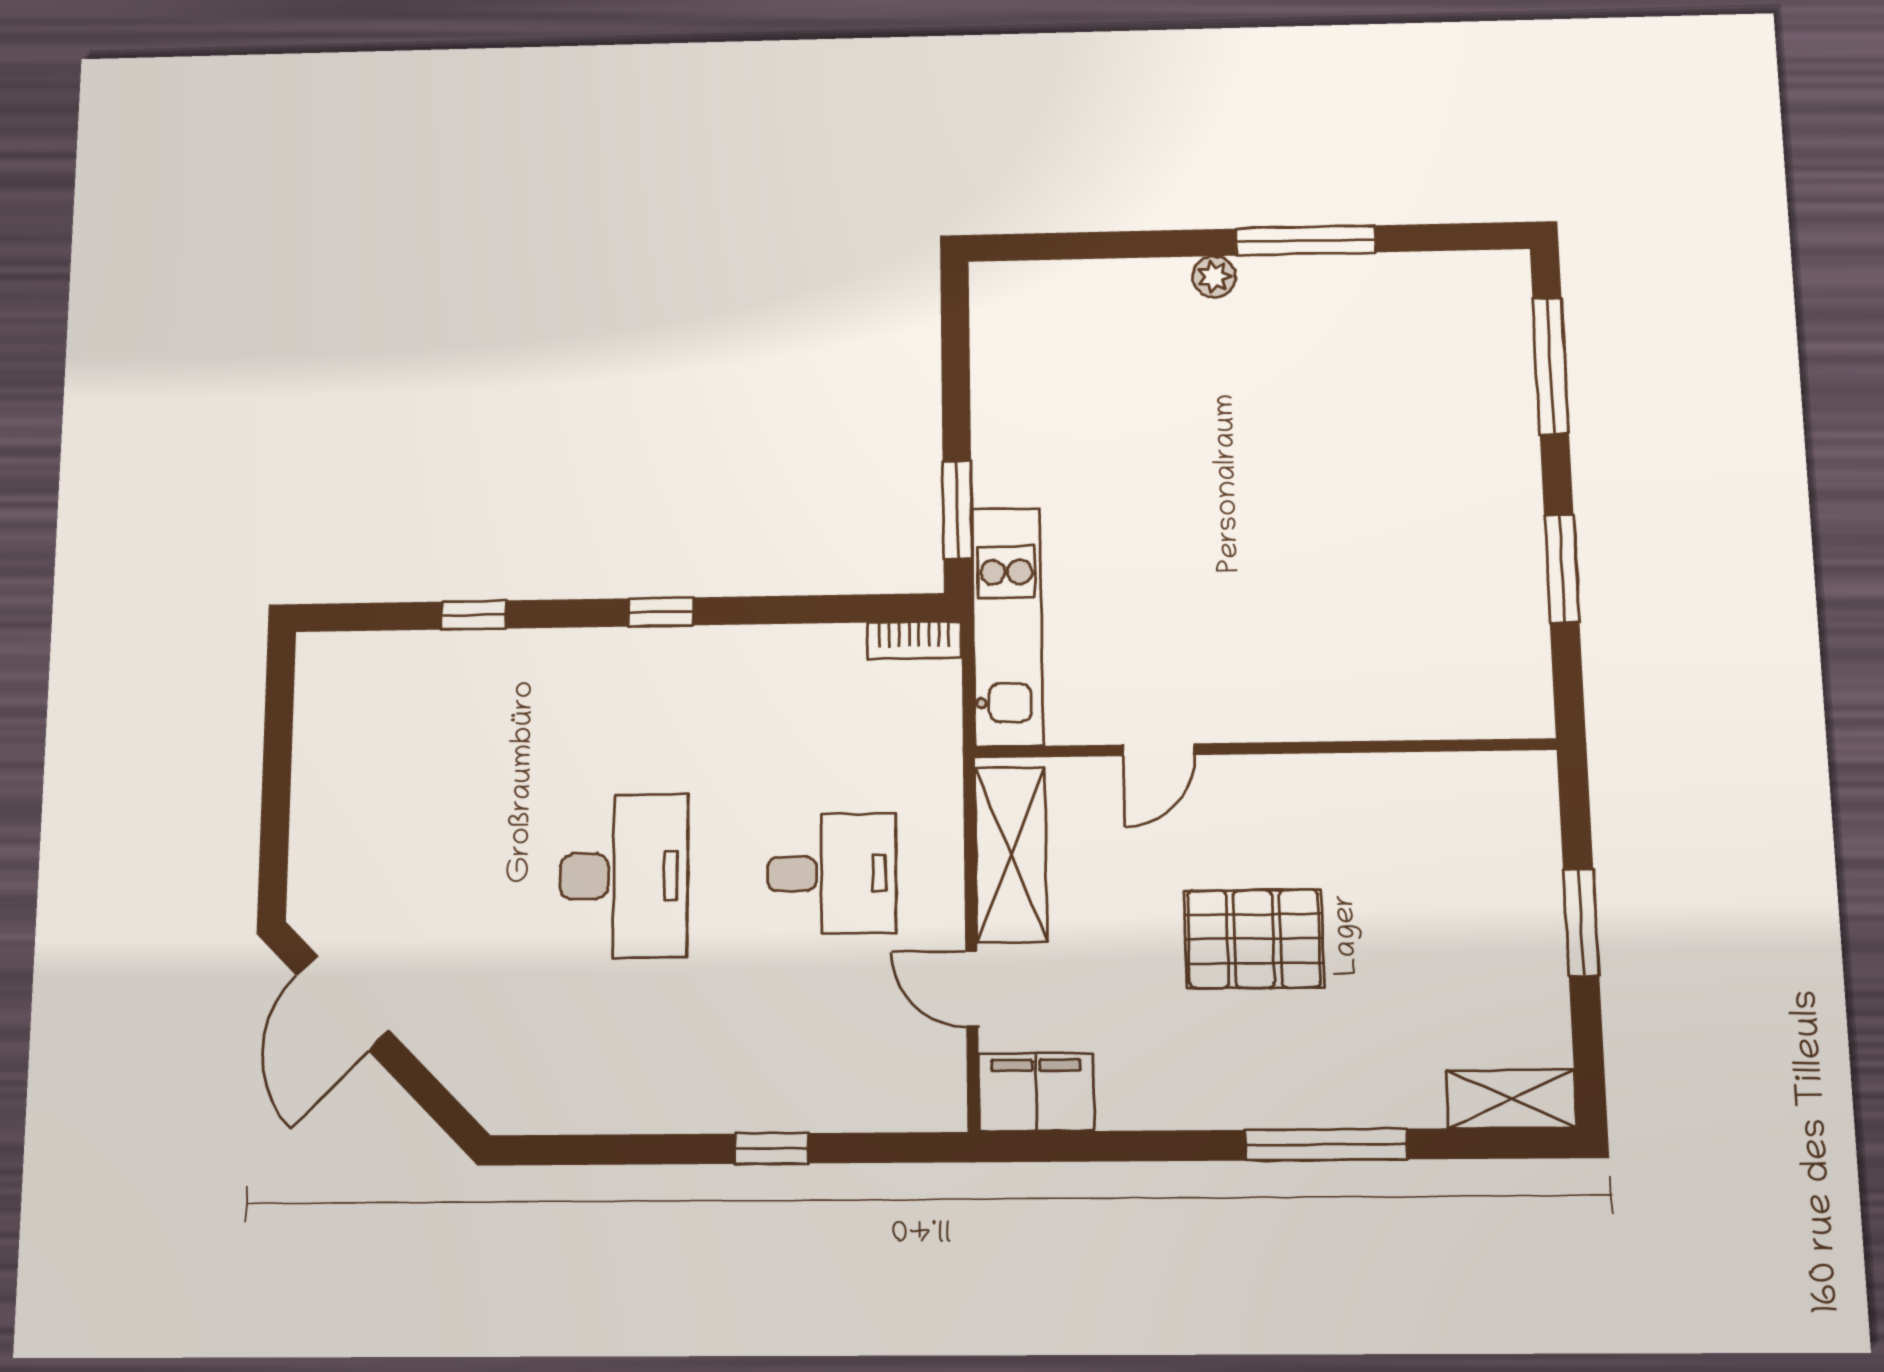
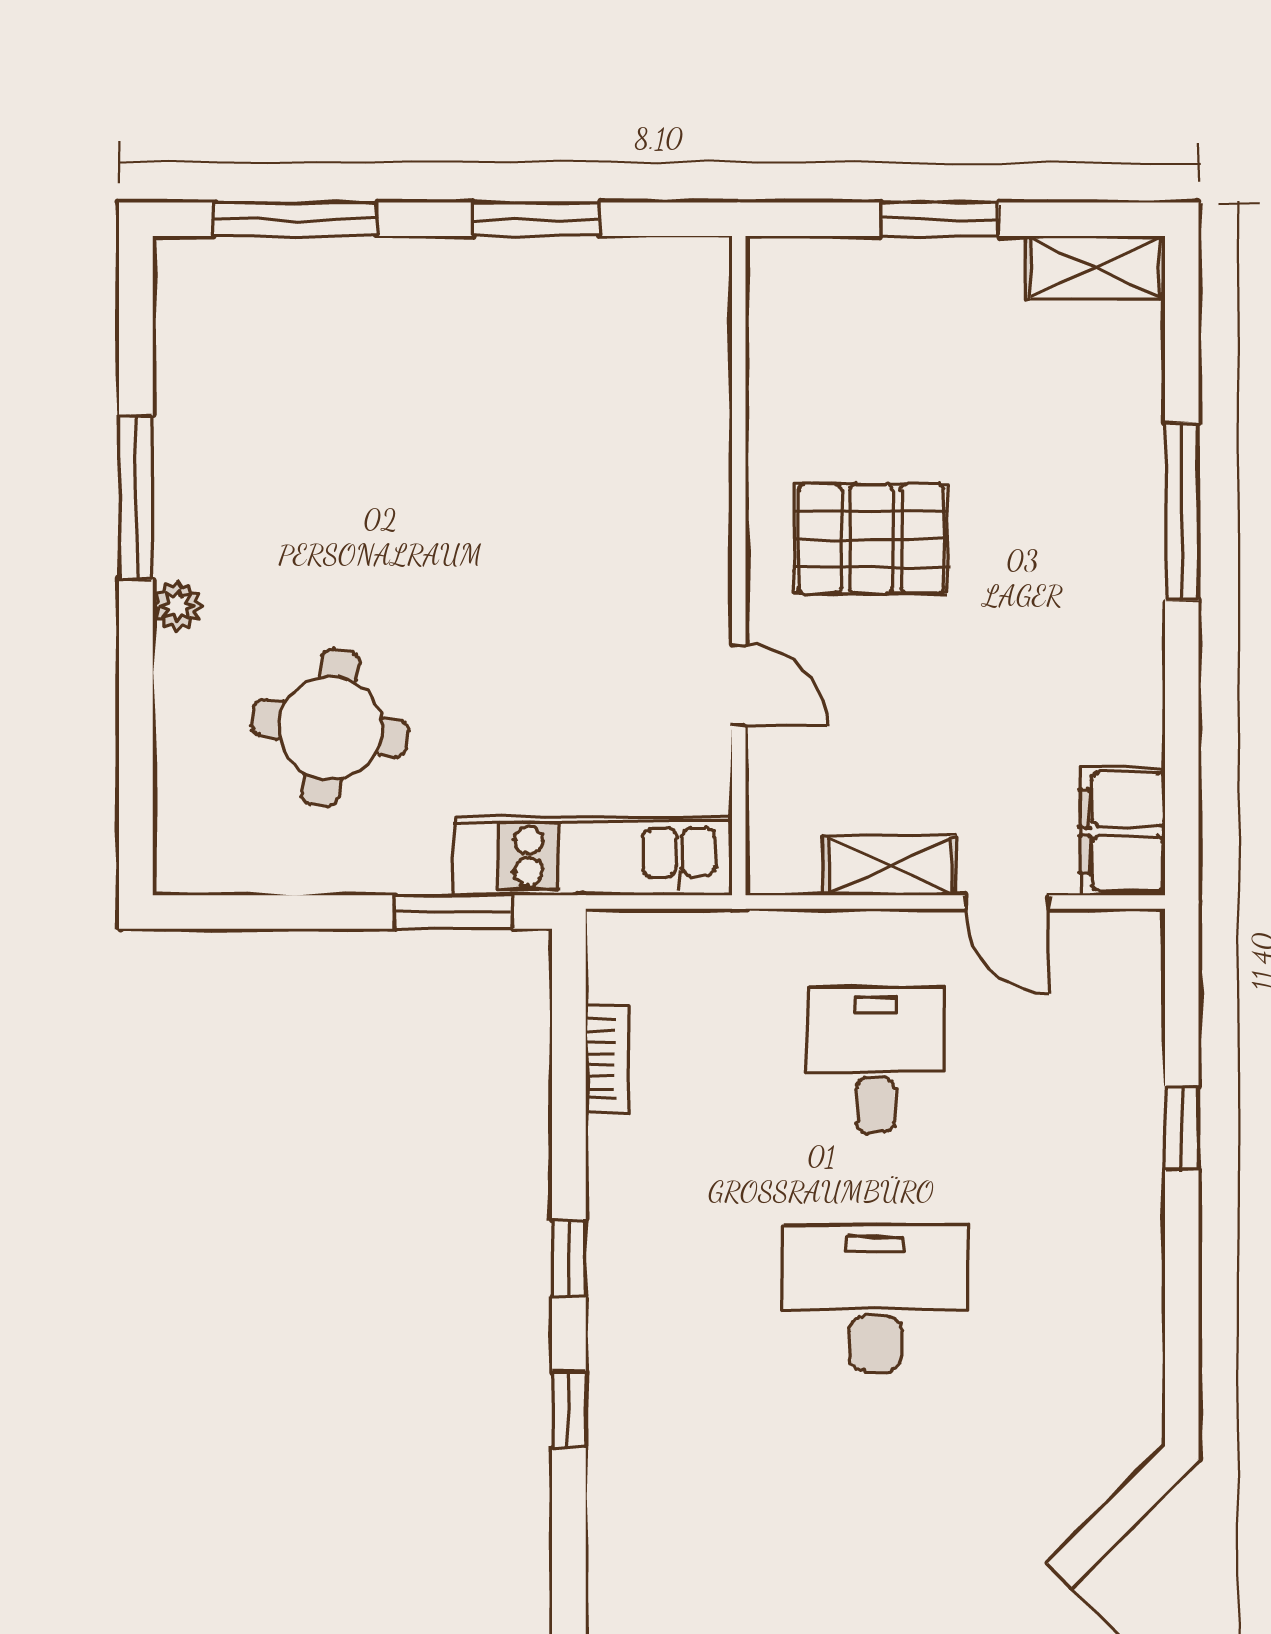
round table: (1113, 404) -> (331, 728), added
window: (473, 615) -> (569, 1409), moved
bookcase: (914, 640) -> (607, 1059), moved
shelving: (1011, 854) -> (889, 866), width x0.67, depth x0.75
pallet: (1254, 939) -> (871, 539), moved, turned 90
door: (972, 989) -> (1007, 902), hinge flipped
shelving: (1511, 1099) -> (1095, 267), moved, turned 90

